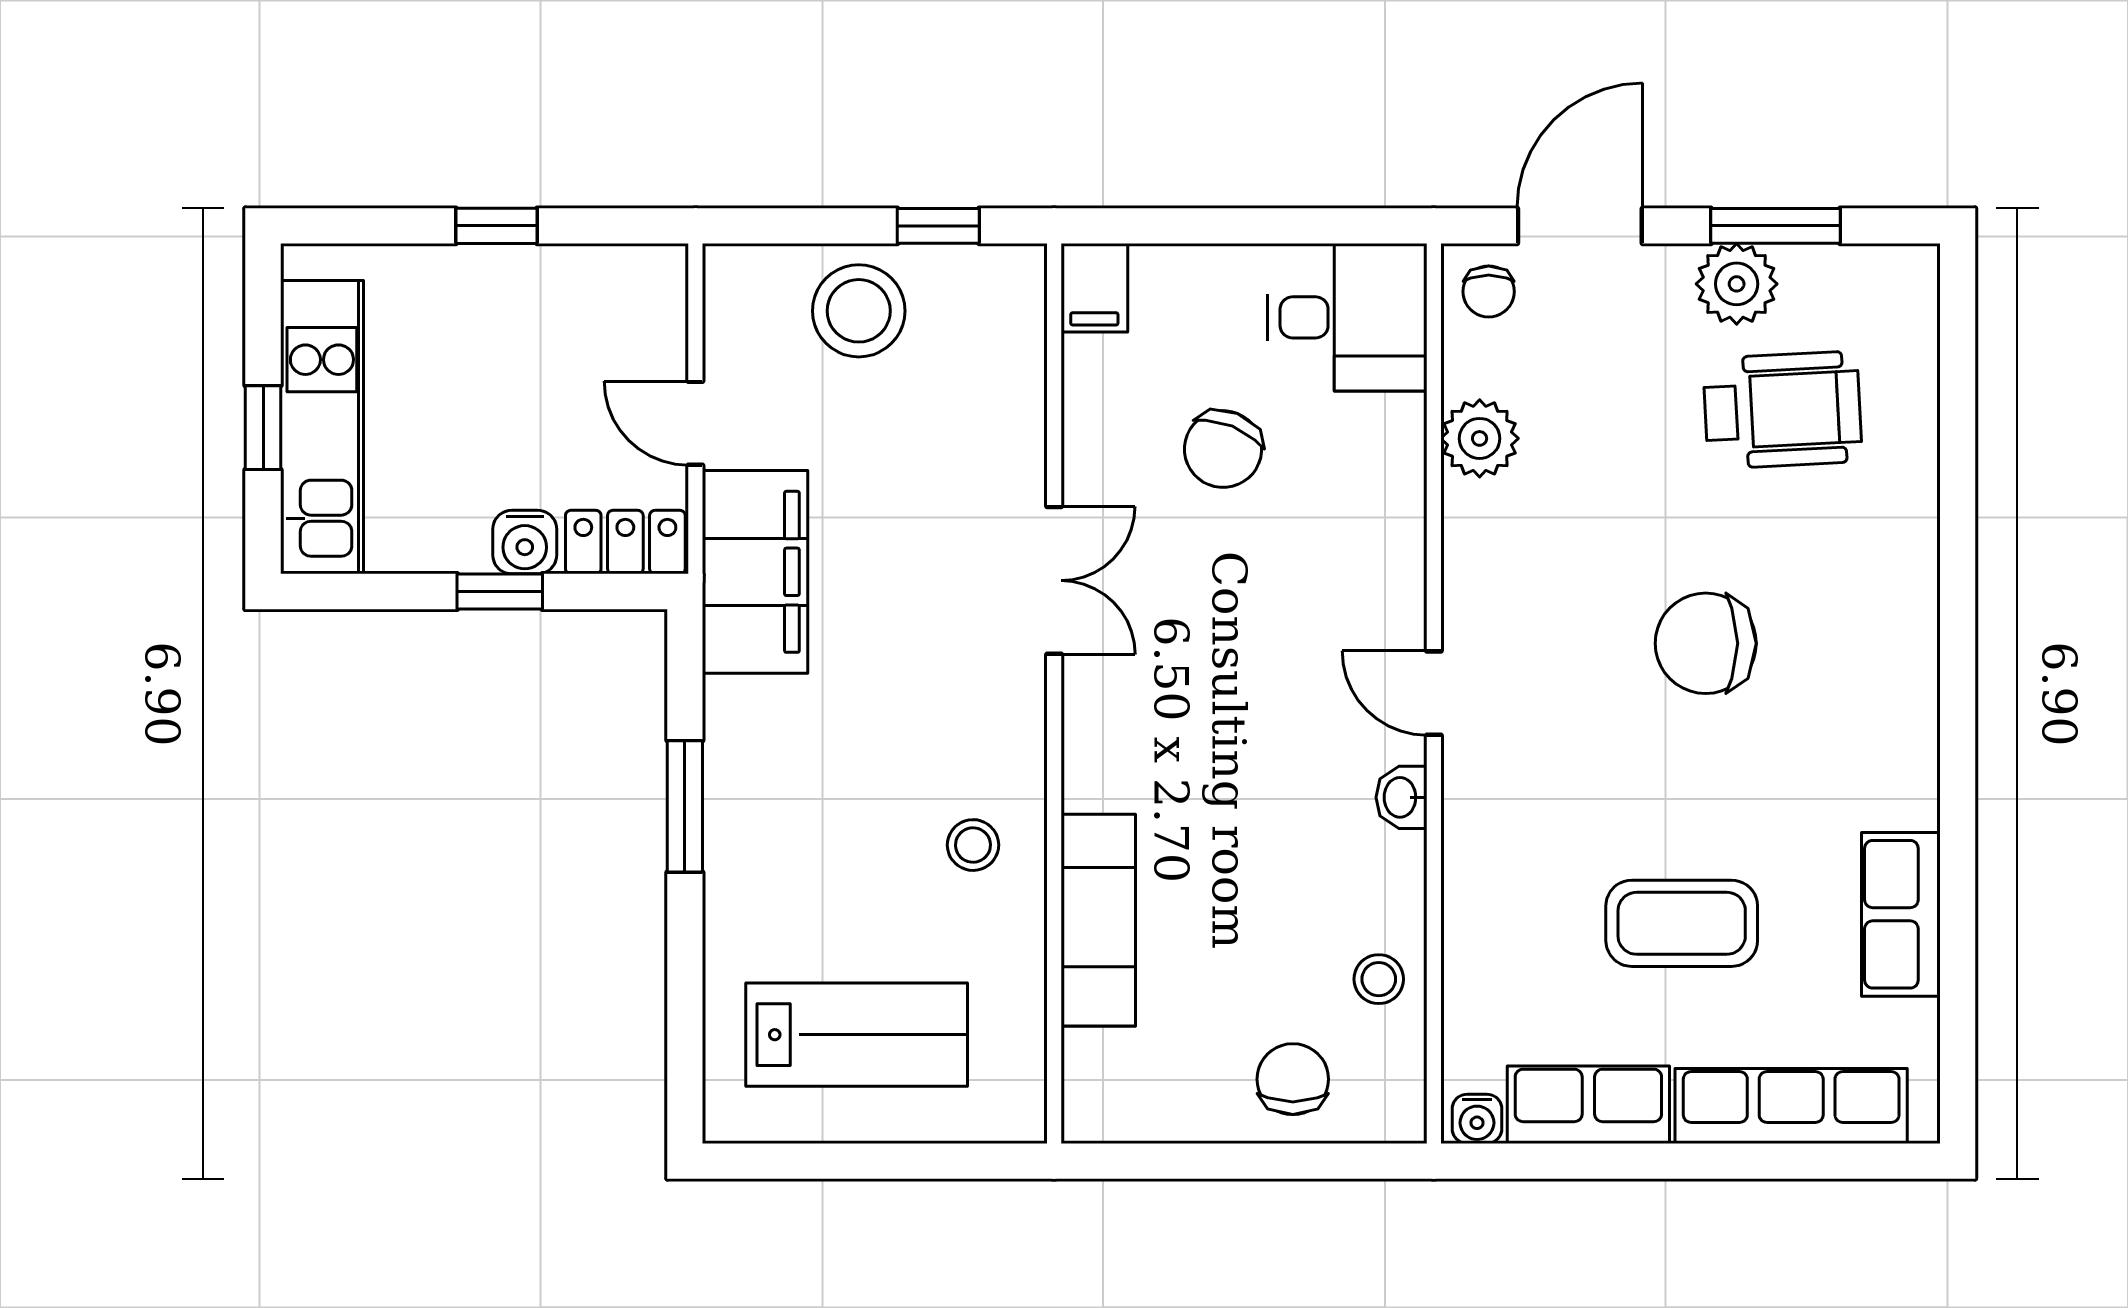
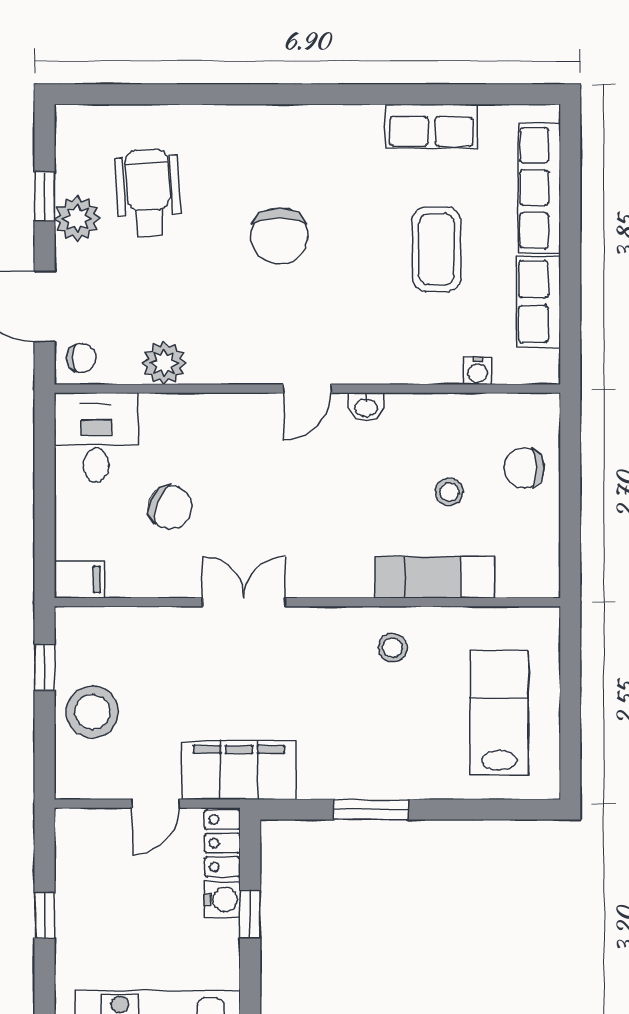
window: (1775, 226) -> (45, 197), width x0.67
stool: (1379, 979) -> (449, 492), moved
water cooler: (1477, 1119) -> (478, 371), moved, turned 90

